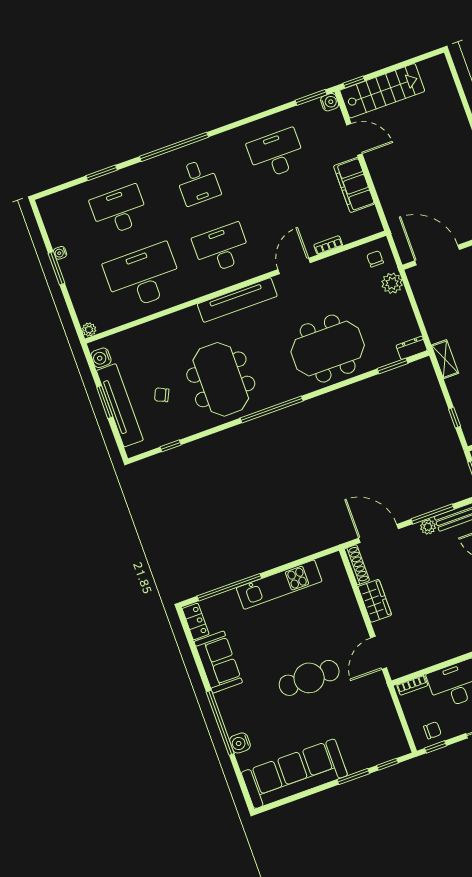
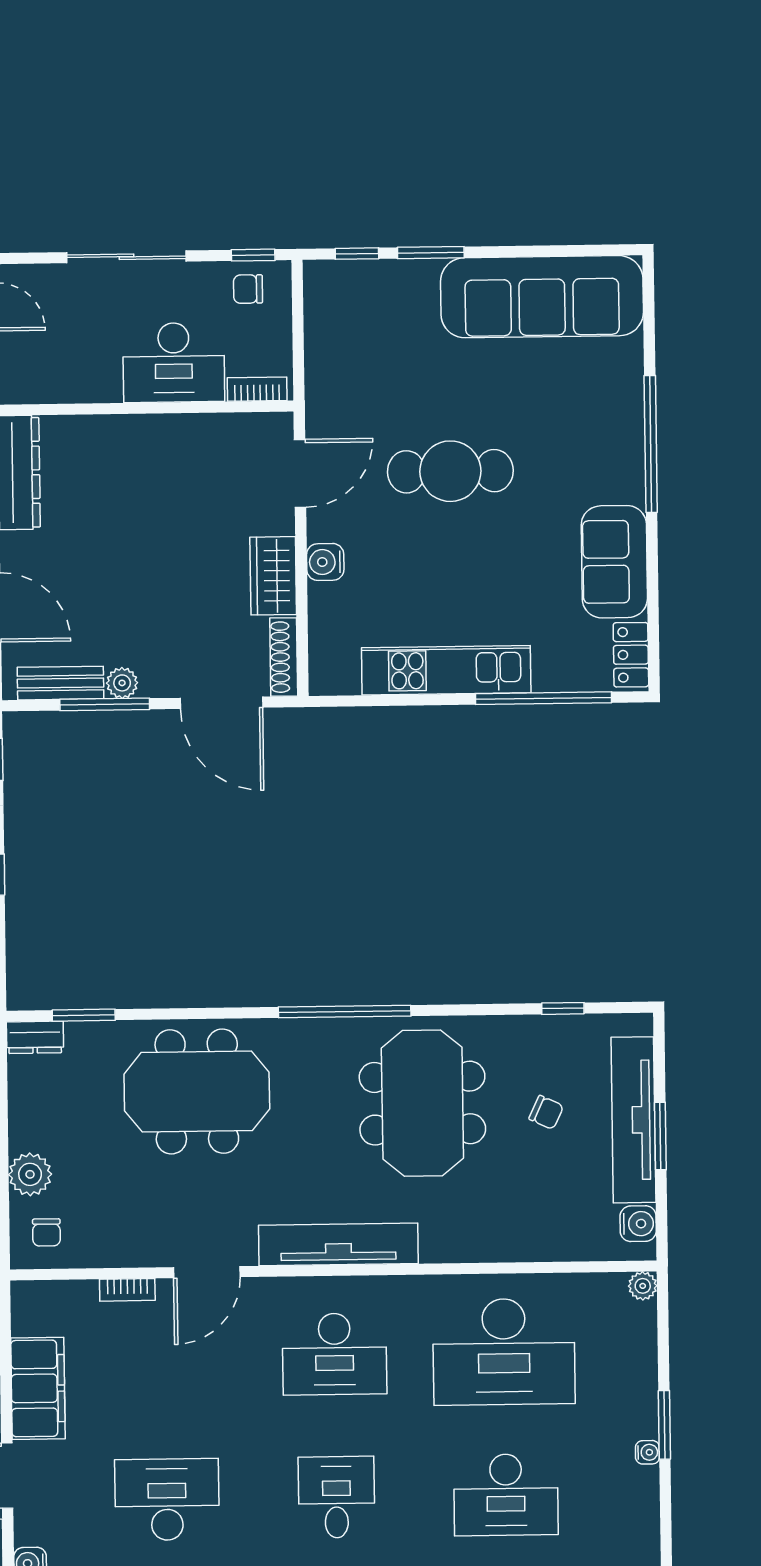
desk: (276, 154) -> (167, 1500), turned 180
water cooler: (240, 743) -> (325, 562), moved, turned 180

